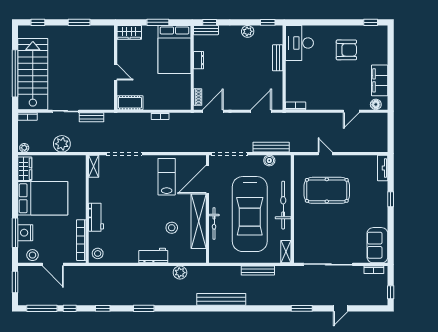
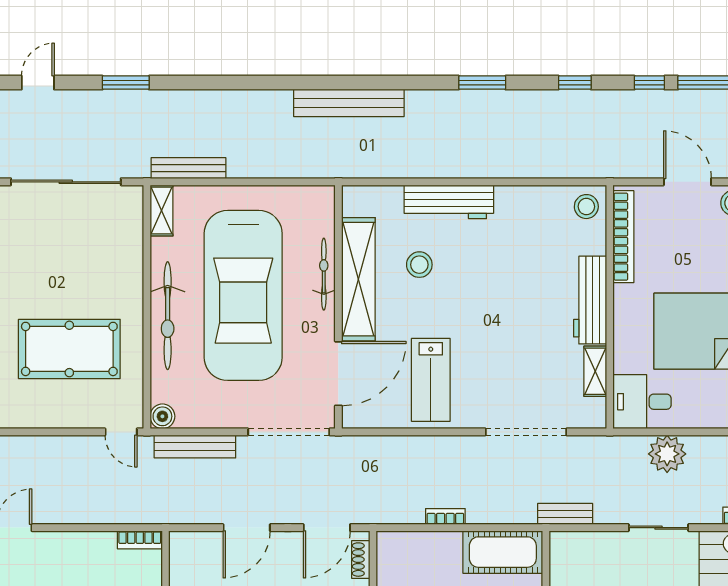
cot: (130, 103) -> (503, 552), width x1.37, depth x1.34
door: (261, 111) -> (247, 528), moved
bench: (91, 117) -> (565, 514), moved
door: (325, 154) -> (121, 432), moved
boiler: (269, 160) -> (162, 416), moved
shelving: (94, 166) -> (595, 371), moved
desk: (73, 167) -> (642, 402), added
car: (250, 214) -> (243, 295), turned 180
workbench: (96, 217) -> (590, 300), width x1.38
workbench: (153, 256) -> (449, 202), width x1.37
bench: (258, 270) -> (188, 168), moved
plant: (180, 273) -> (401, 164), removed
bench: (221, 299) -> (349, 103), moved

